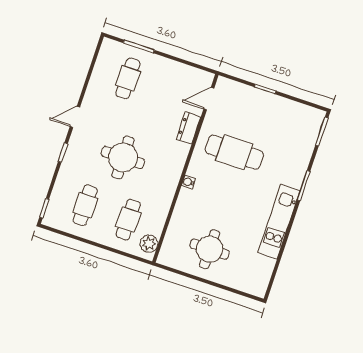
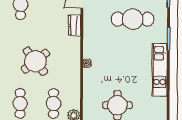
cafe table: (234, 152) -> (133, 19), moved
round table: (123, 157) -> (35, 61), turned -38

